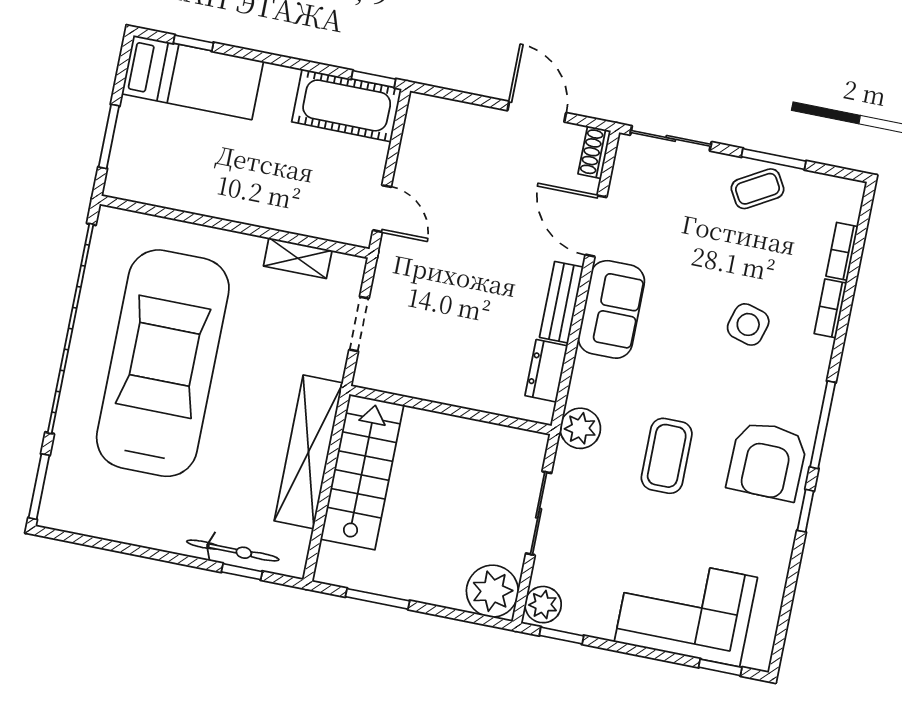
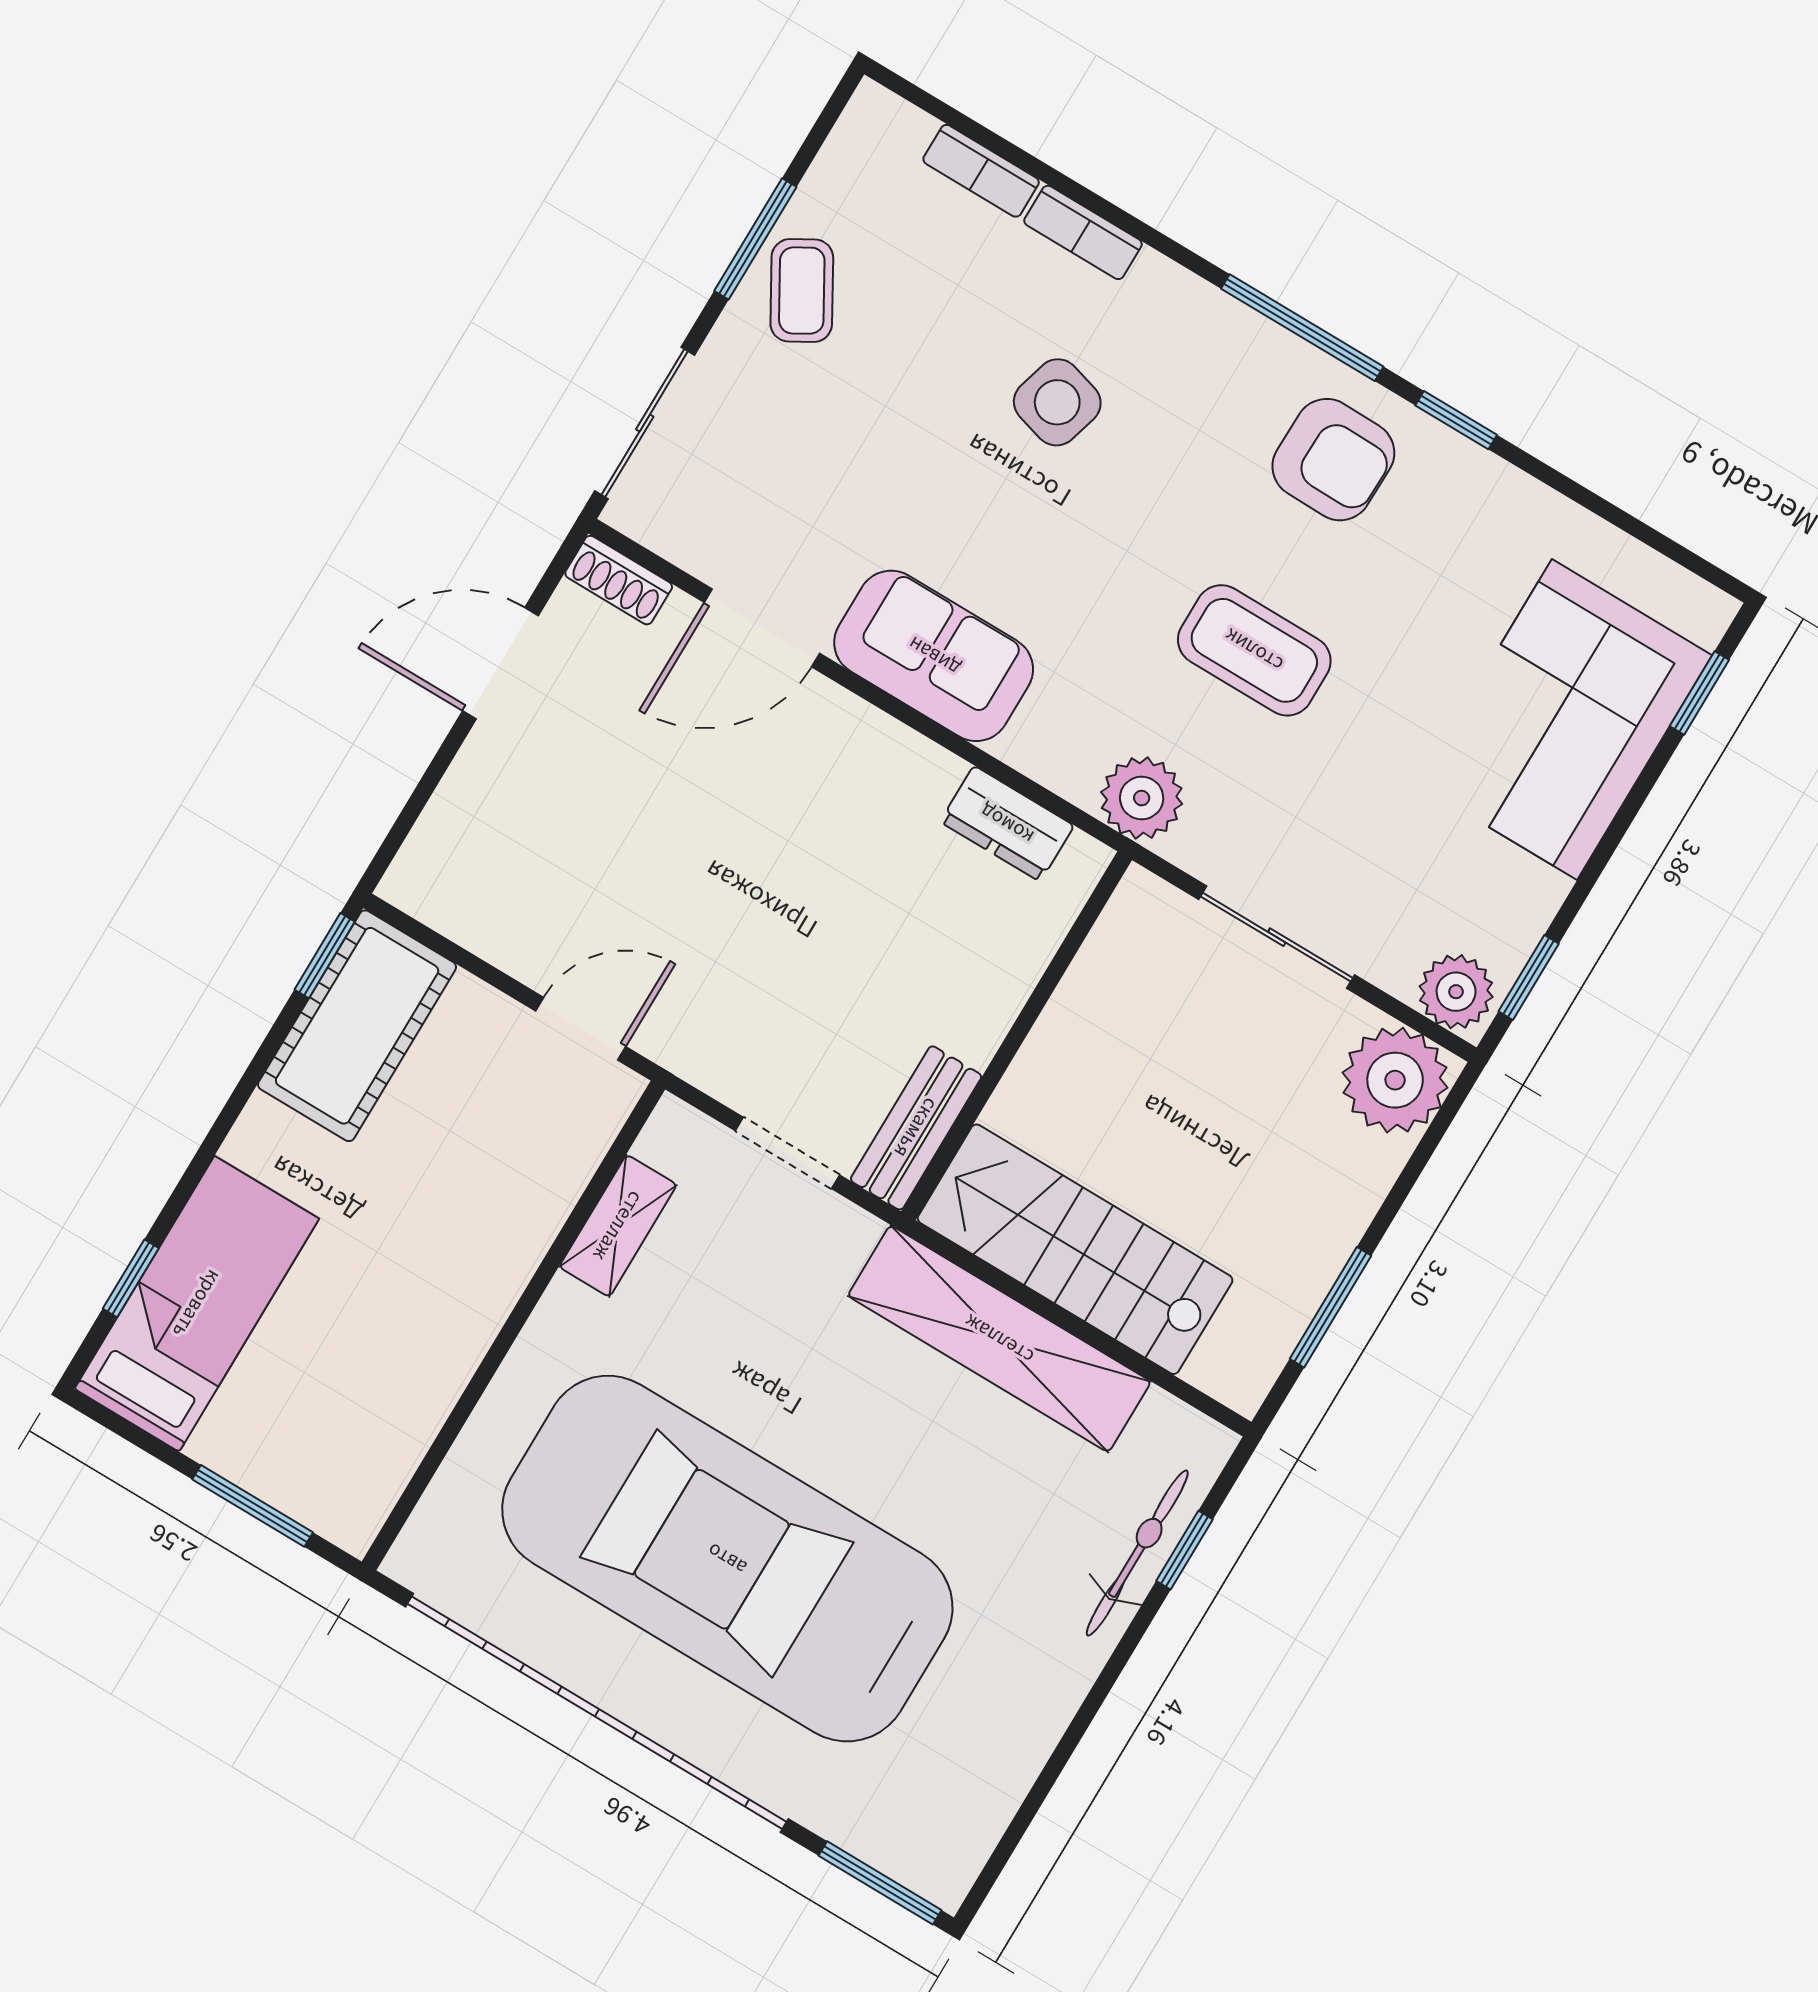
bench: (561, 302) -> (916, 1128), moved, turned 90
armchair: (767, 461) -> (1333, 460), width x0.73, depth x0.73

